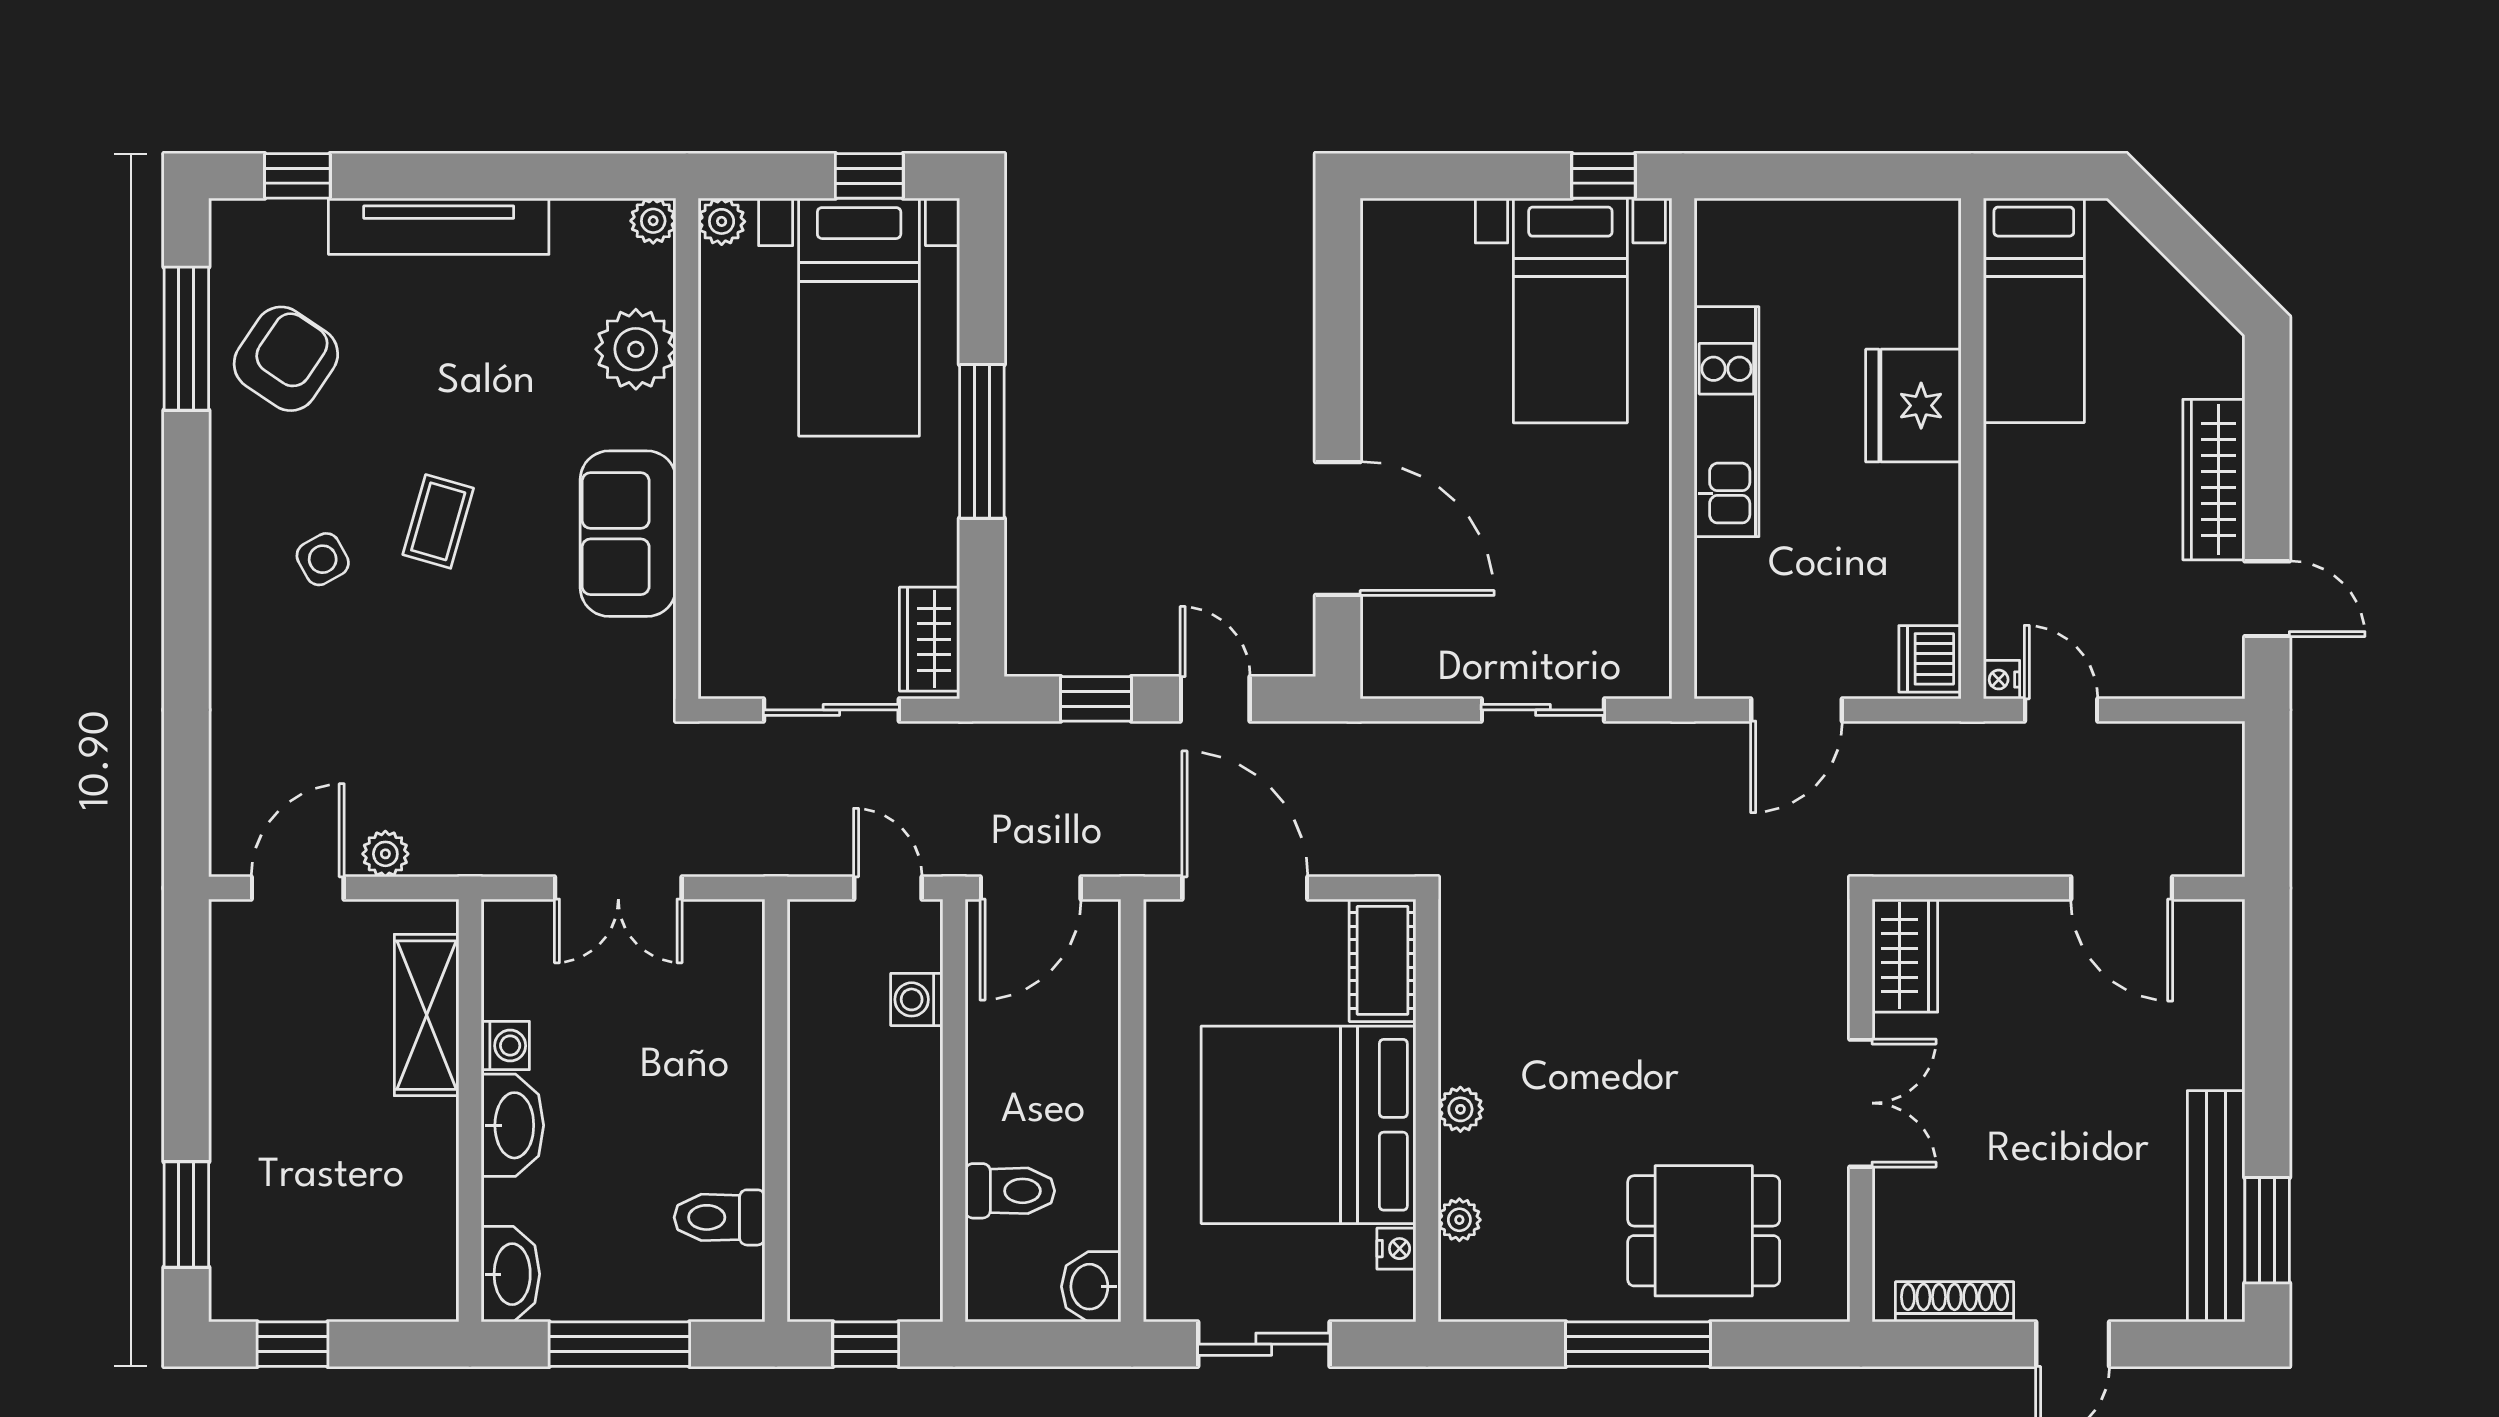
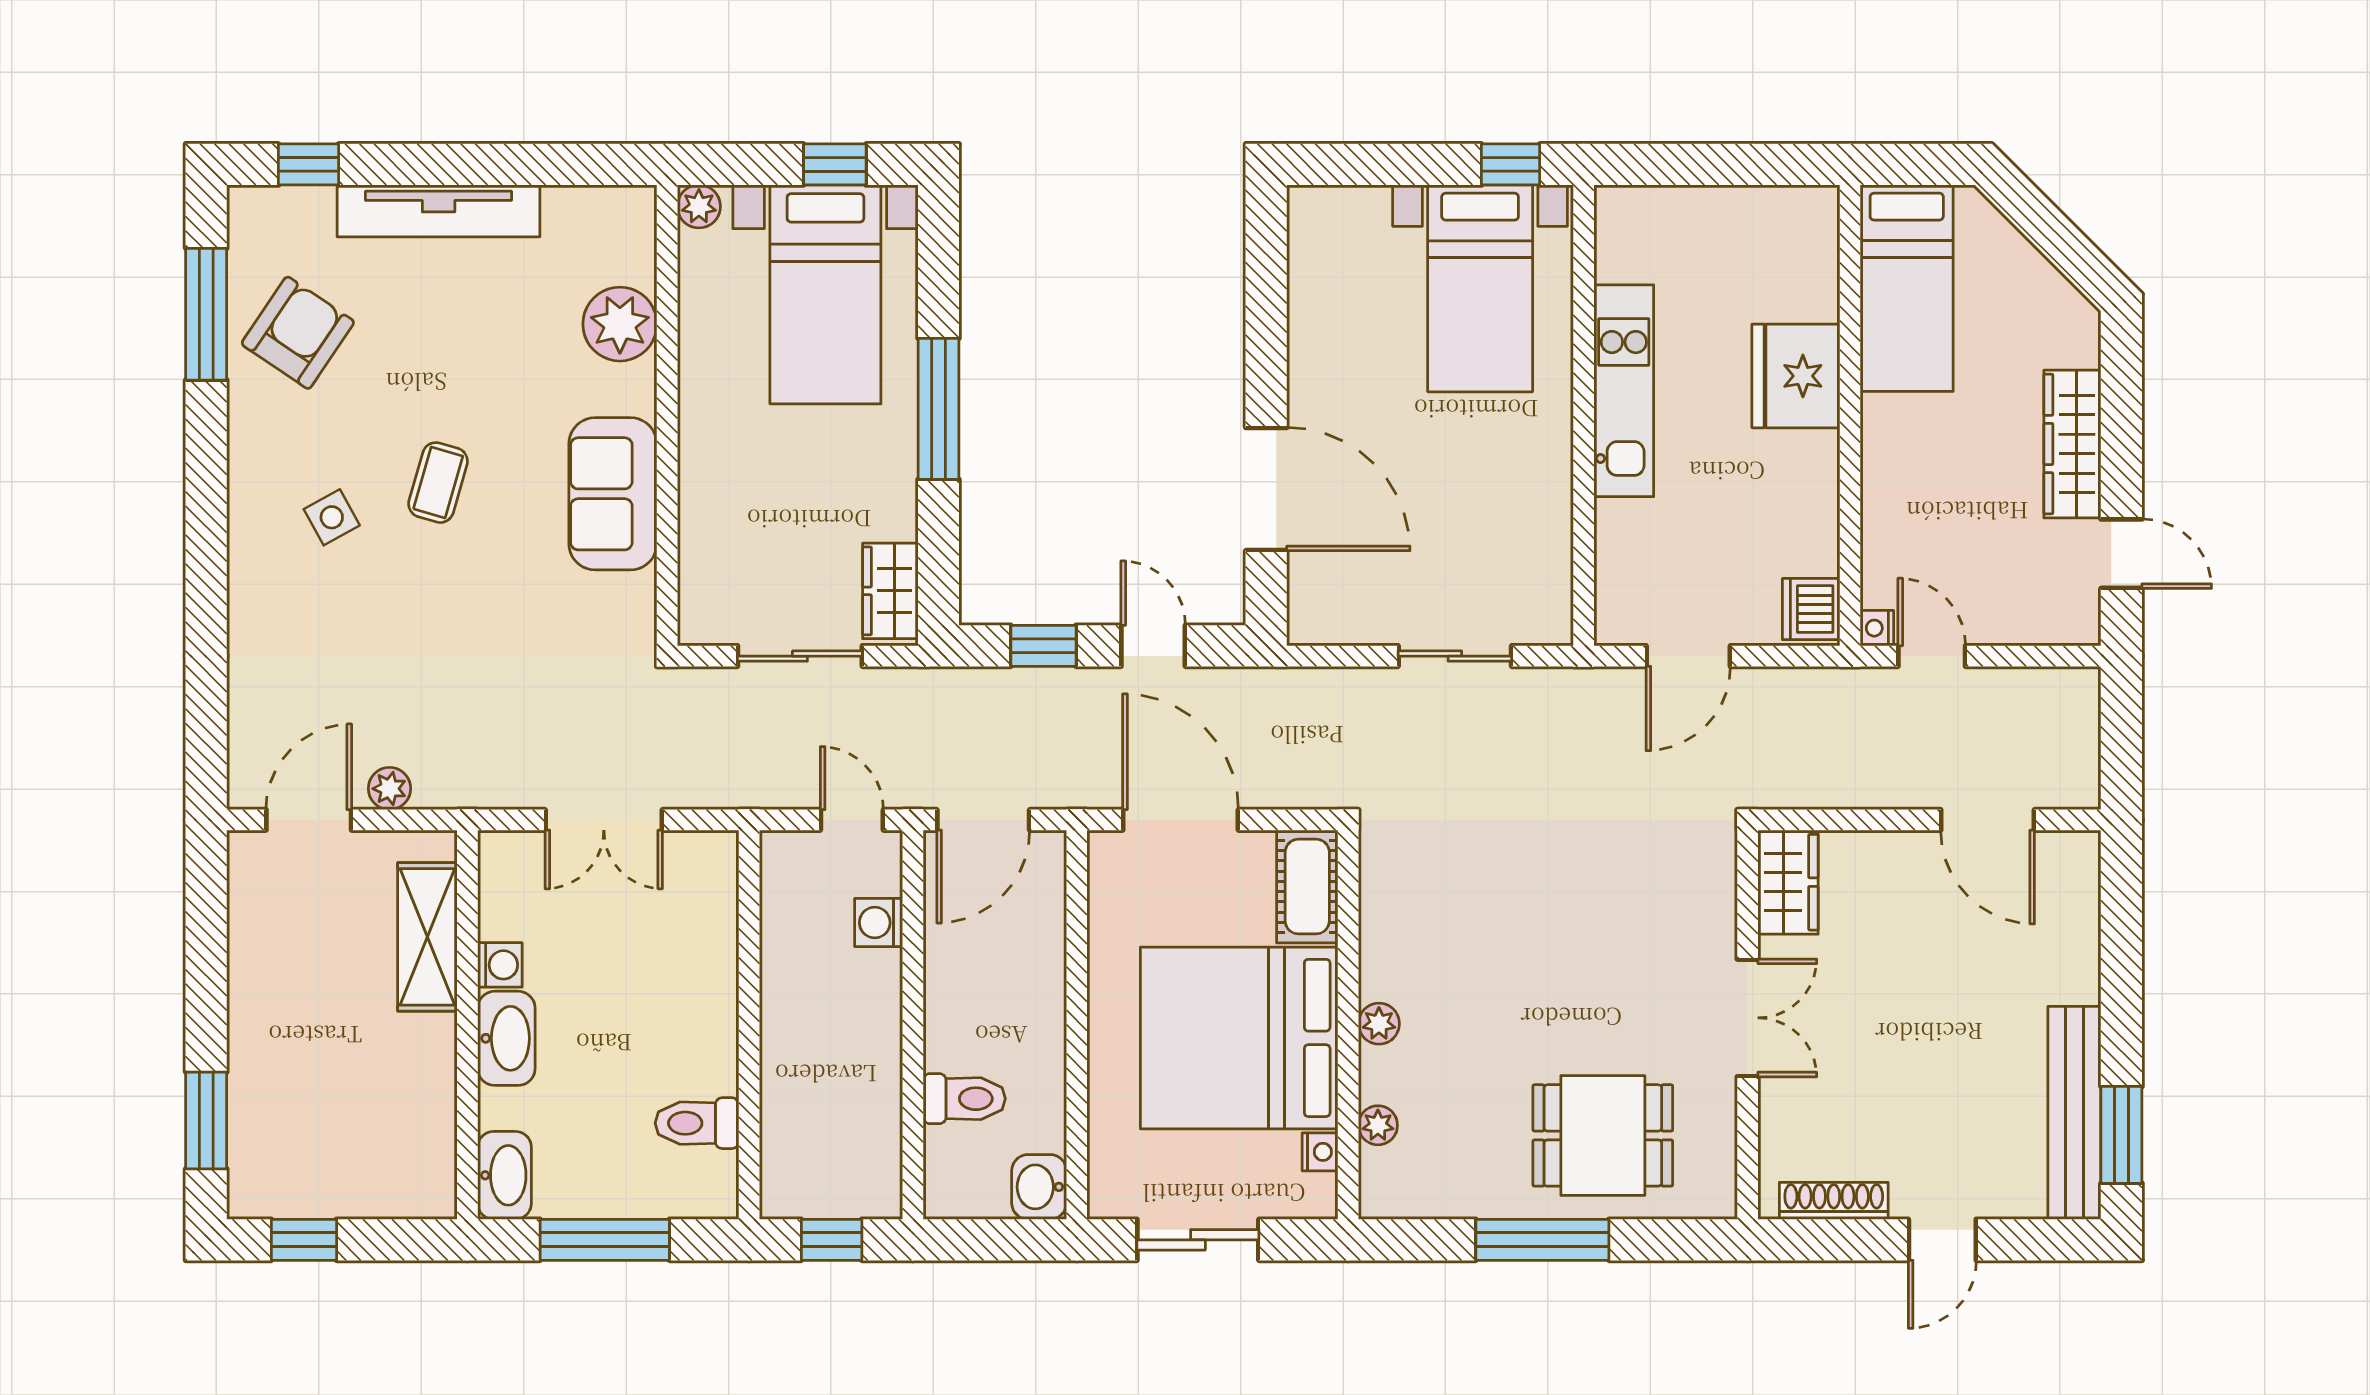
plant: (653, 221) -> (636, 206), removed

